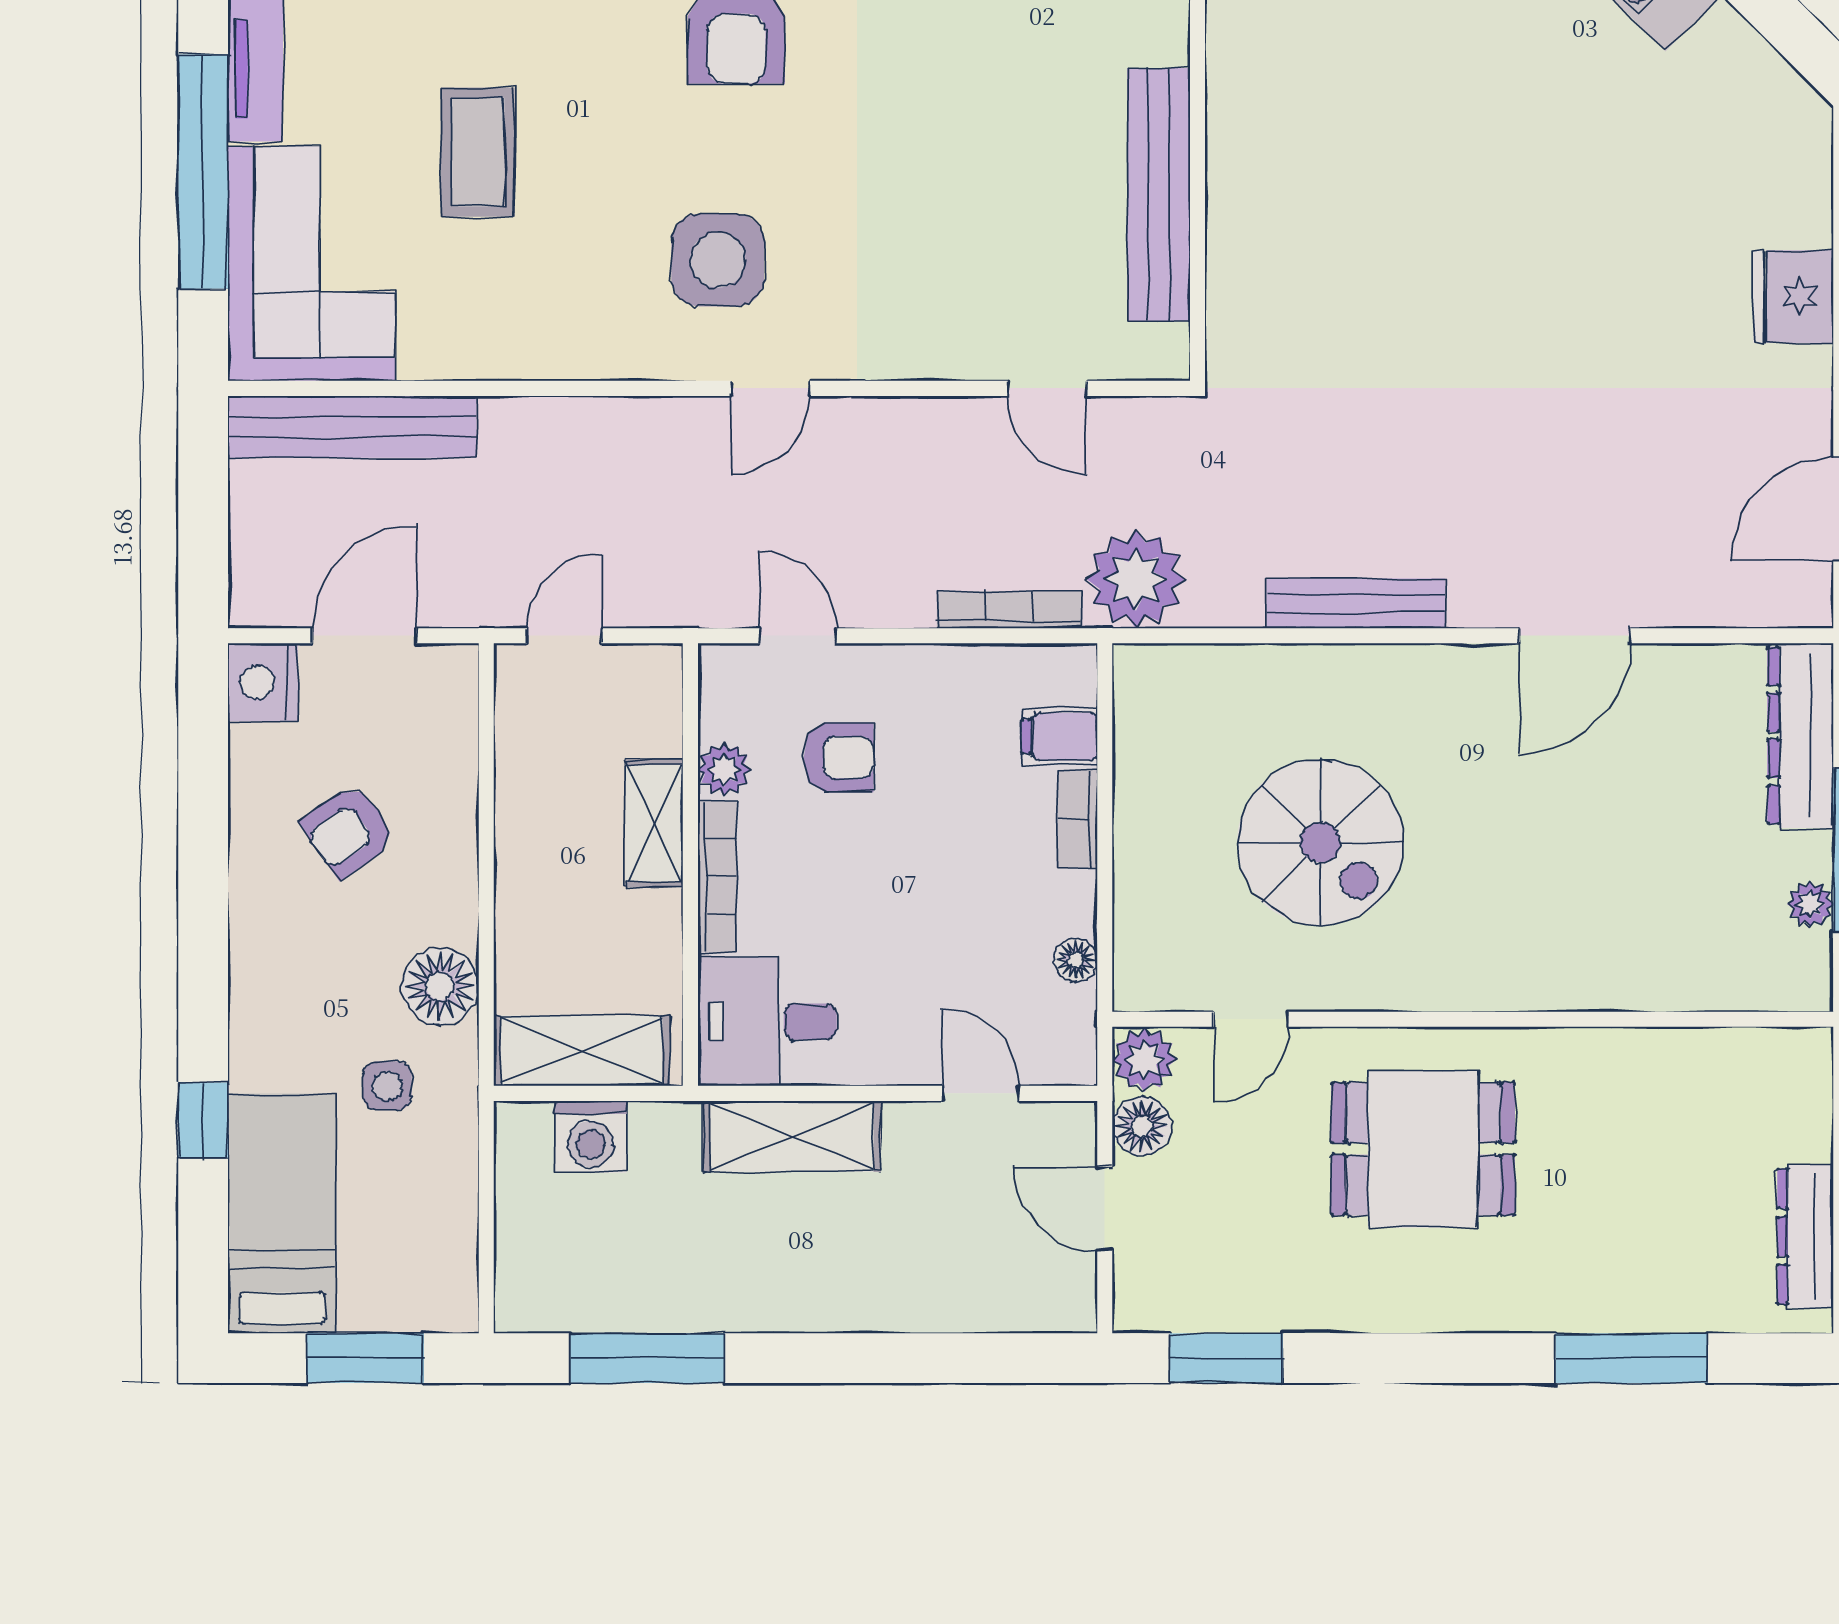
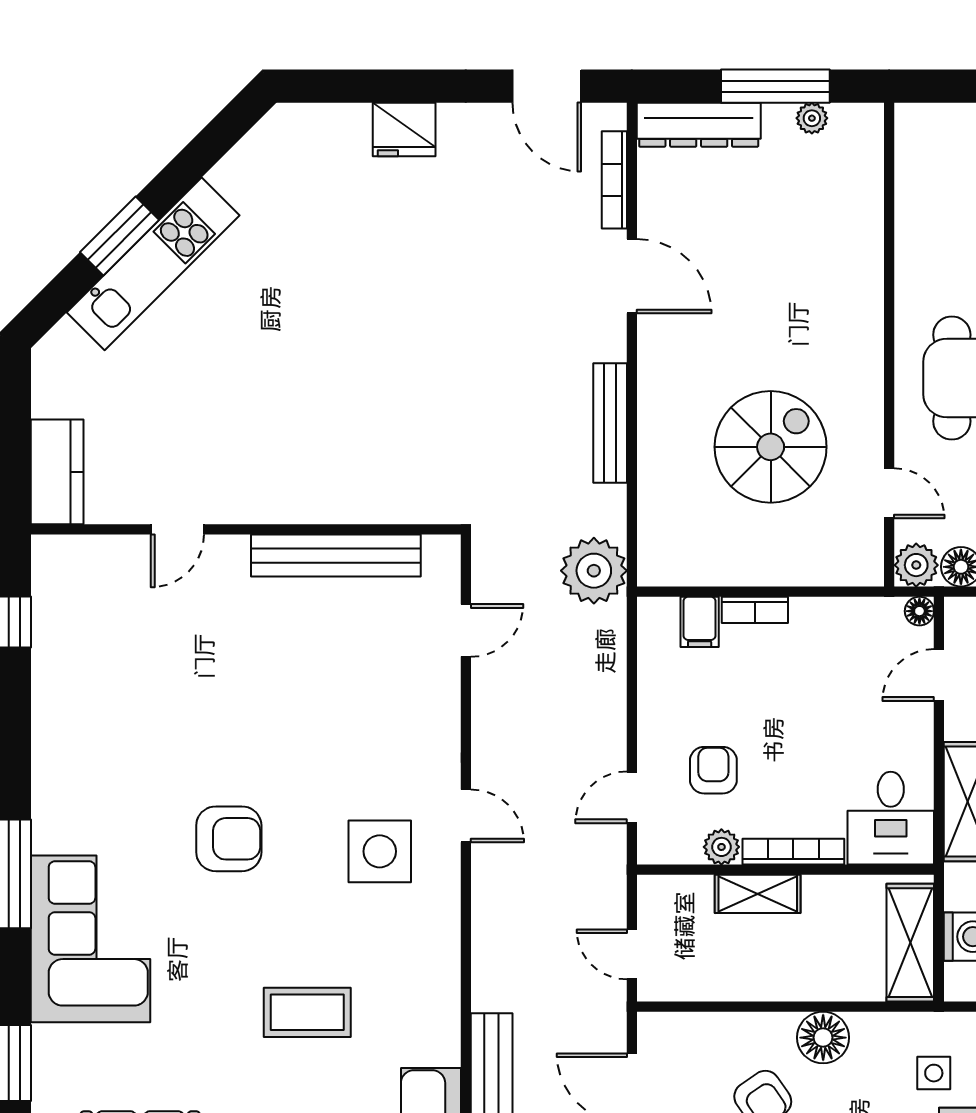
bookcase: (1009, 610) -> (614, 180), moved
floor lamp: (1076, 960) -> (919, 611), moved
floor lamp: (440, 986) -> (823, 1038), moved

